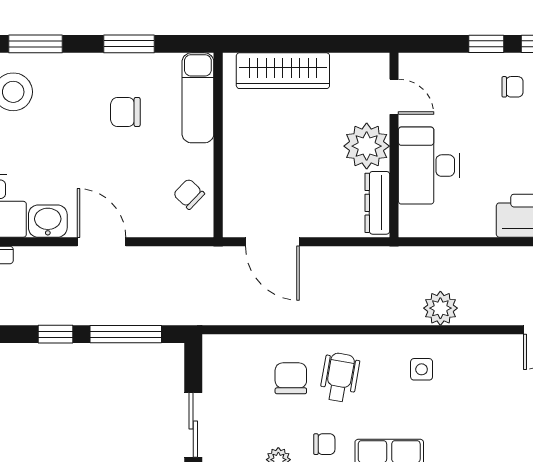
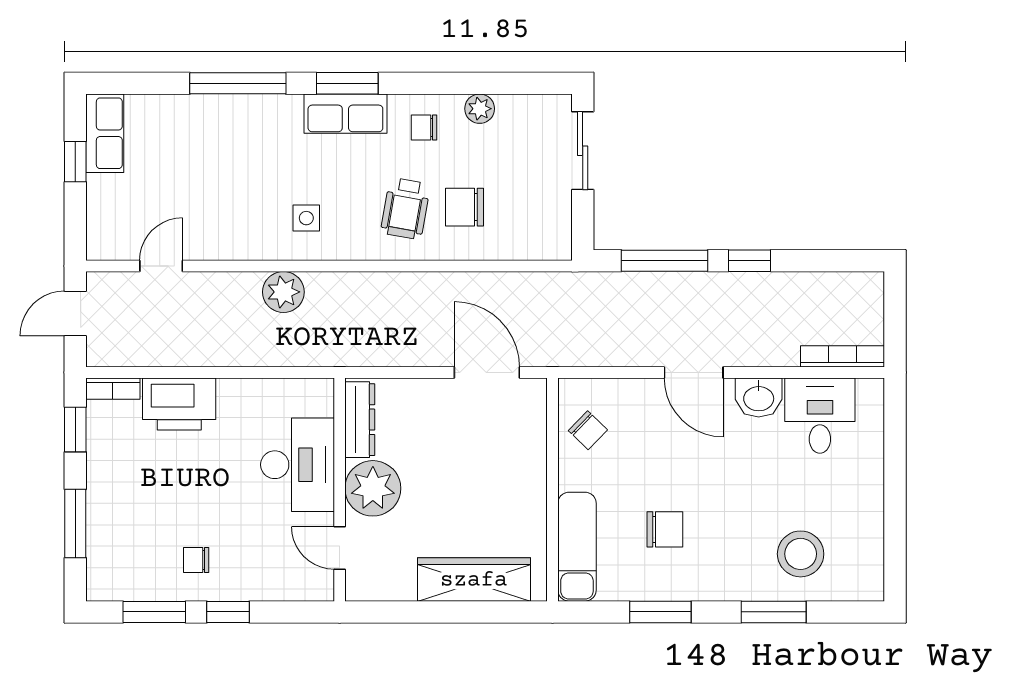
chair: (291, 378) -> (464, 207), turned 90

